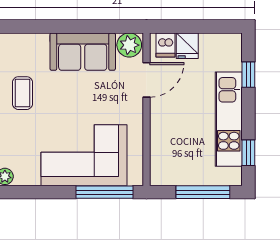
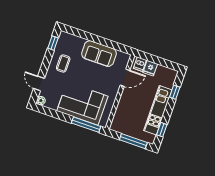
plant: (129, 45) -> (122, 58), removed

